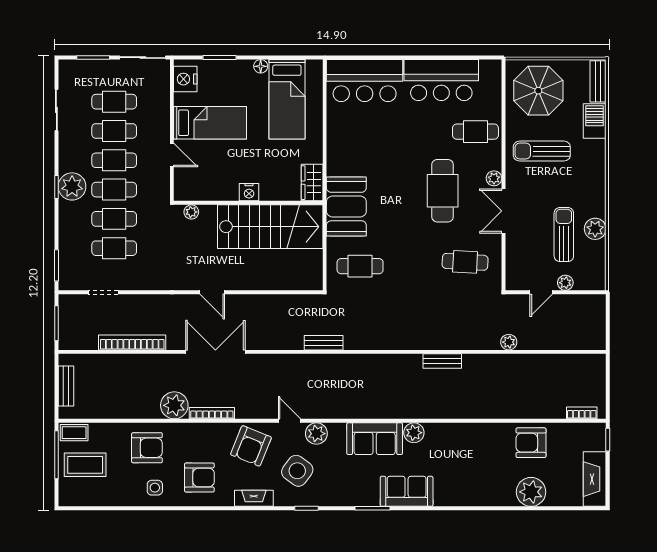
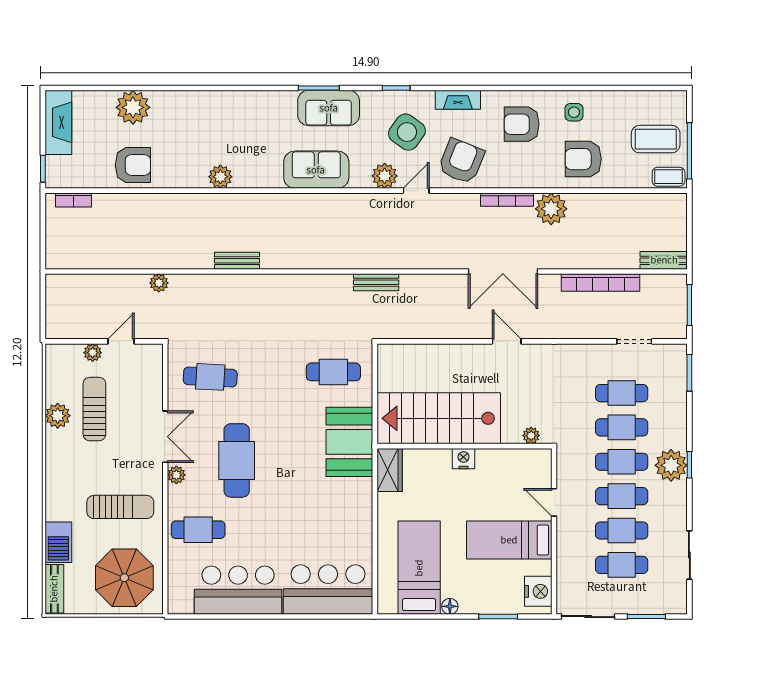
sun lounger: (564, 235) -> (94, 409), turned 180
bench: (66, 386) -> (664, 260), moved, turned 90
door: (289, 421) -> (416, 191), swing flipped
plant: (414, 433) -> (220, 177), moved
sofa: (407, 491) -> (329, 108), moved

